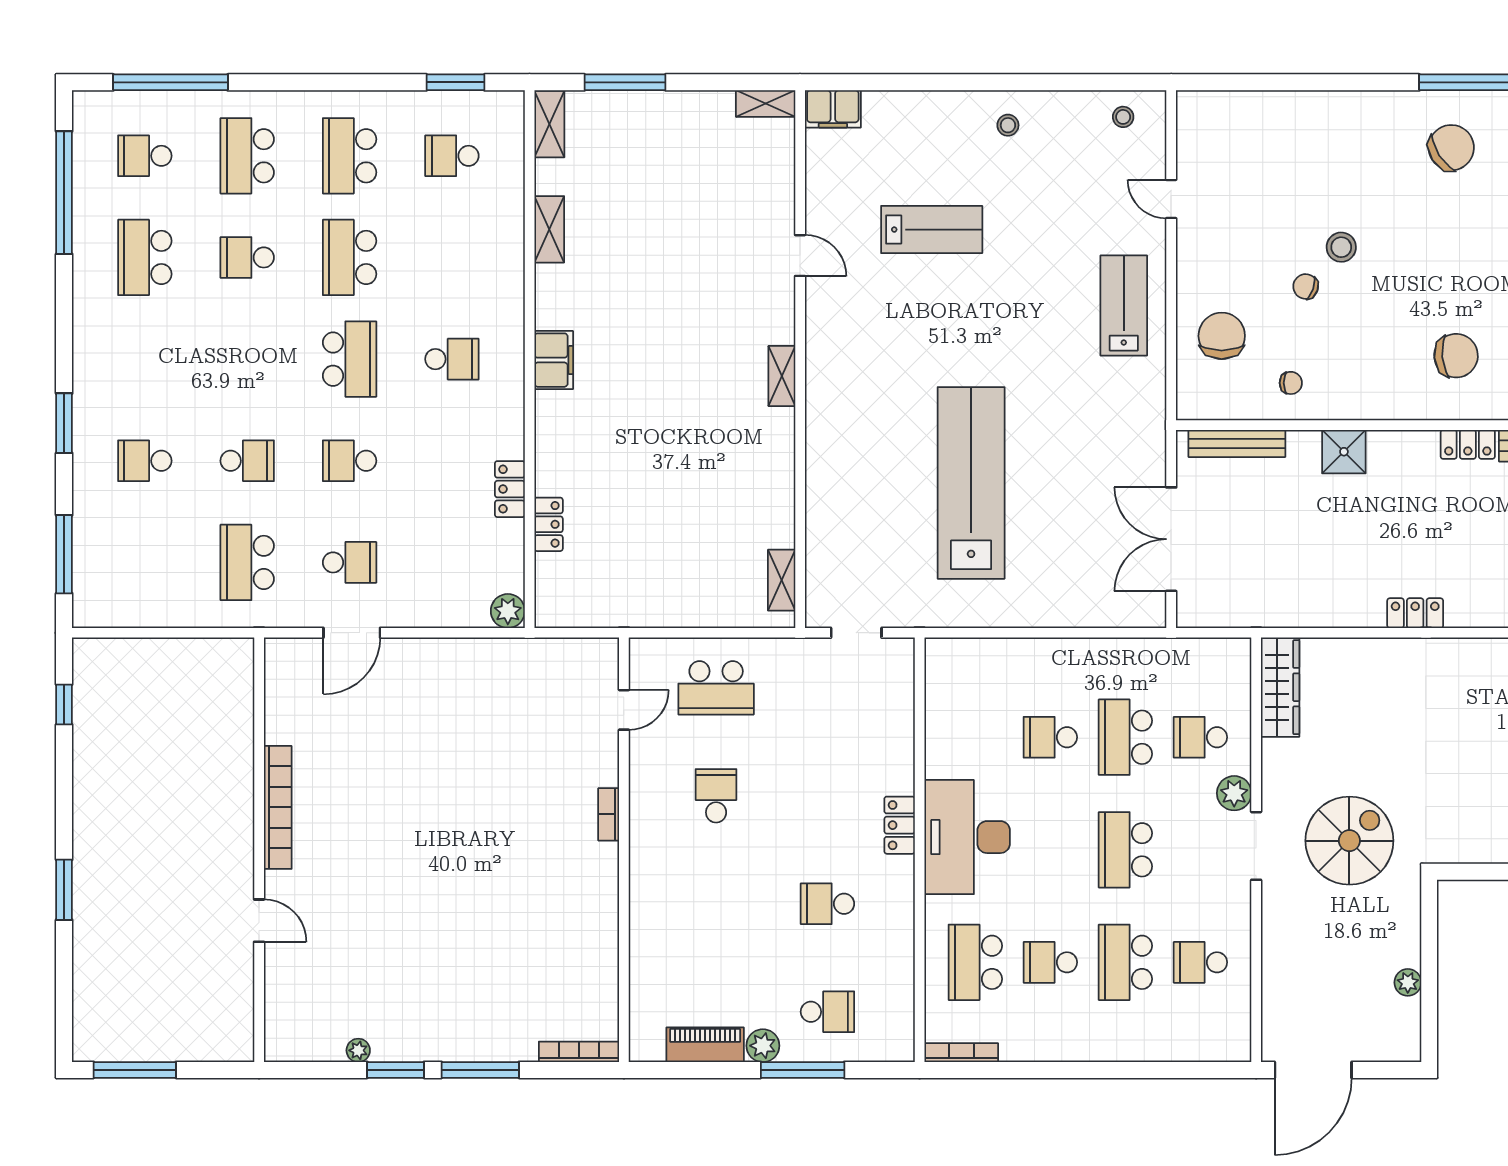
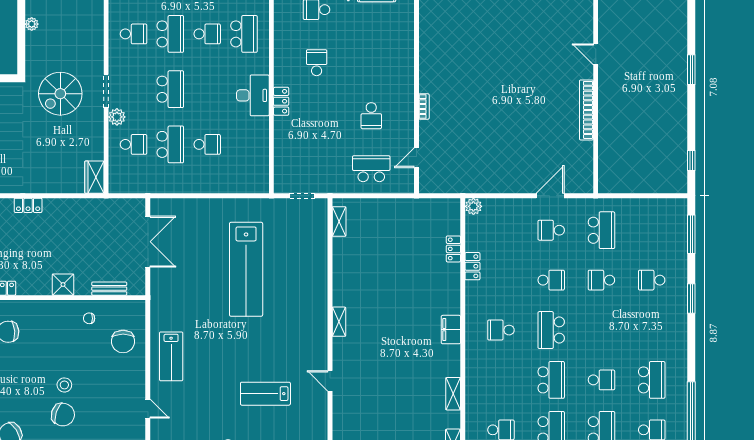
chair: (1306, 286) -> (63, 415), moved, width x1.87, depth x1.87
bench: (1237, 443) -> (109, 289), width x0.73
school desk: (145, 461) -> (652, 280), turned 180
wardrobe: (1280, 687) -> (94, 177), width x0.67
desk: (967, 837) -> (253, 95), width x0.73, depth x0.77
school desk: (827, 904) -> (317, 63), turned -90

